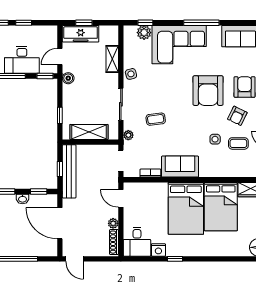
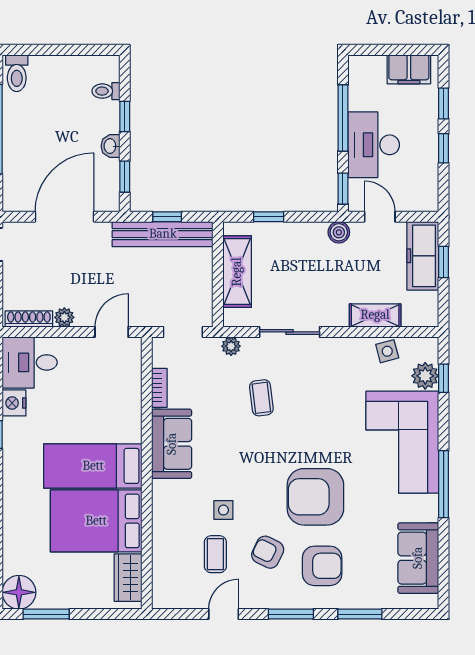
side table: (131, 74) -> (387, 351), moved
bed: (186, 208) -> (93, 466), width x0.67

